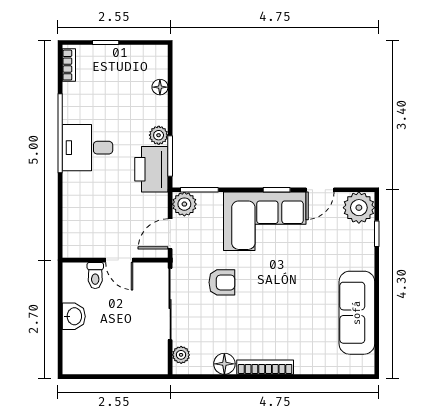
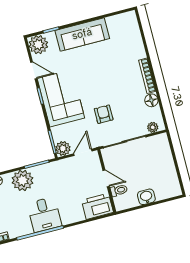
plant: (159, 135) -> (23, 180), width x1.88, depth x1.88
printer: (151, 169) -> (97, 206), moved, turned 180
door: (170, 234) -> (83, 152), swing flipped
door: (119, 260) -> (106, 178), hinge flipped
sofa: (357, 313) -> (82, 34), moved

